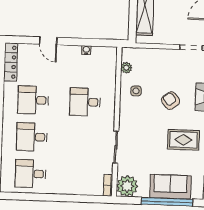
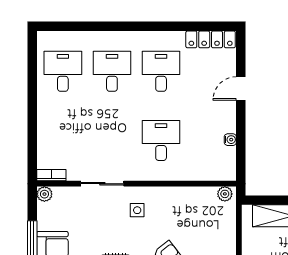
plant: (126, 68) -> (225, 194), moved
side table: (136, 91) -> (137, 210), moved
plant: (127, 186) -> (44, 194), width x0.53, depth x0.53

